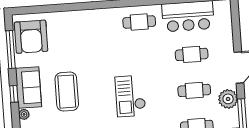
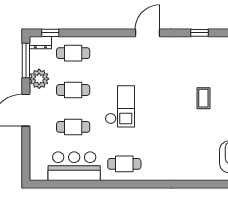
coffee table: (67, 92) -> (203, 98), width x0.54, depth x0.58
checkout: (130, 96) -> (120, 106), moved

